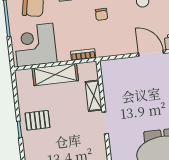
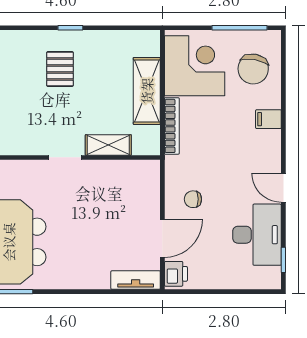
chair: (101, 14) -> (193, 199), moved
bookcase: (83, 55) -> (172, 126), width x1.56
pallet: (38, 120) -> (60, 69), moved

